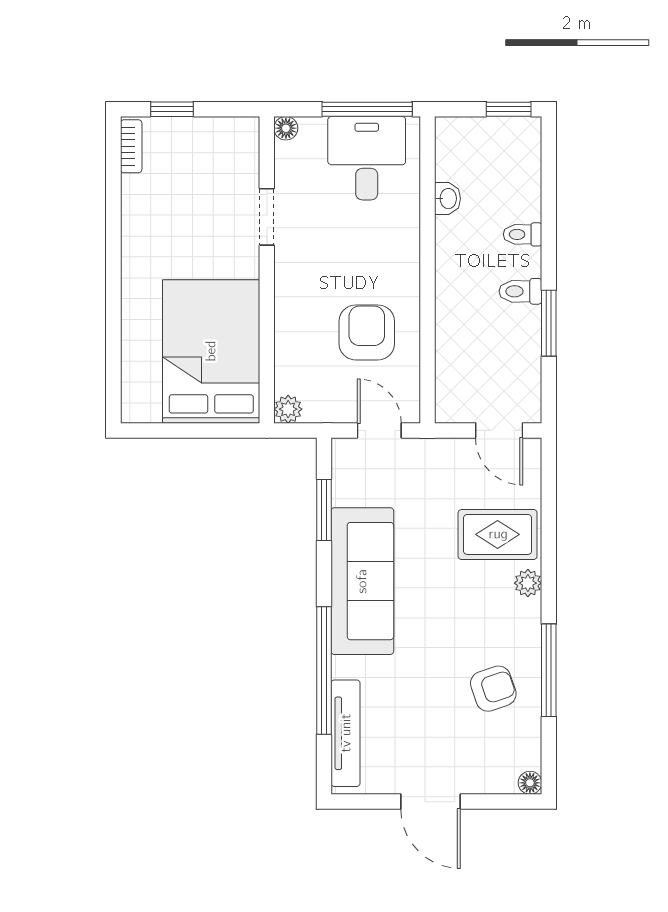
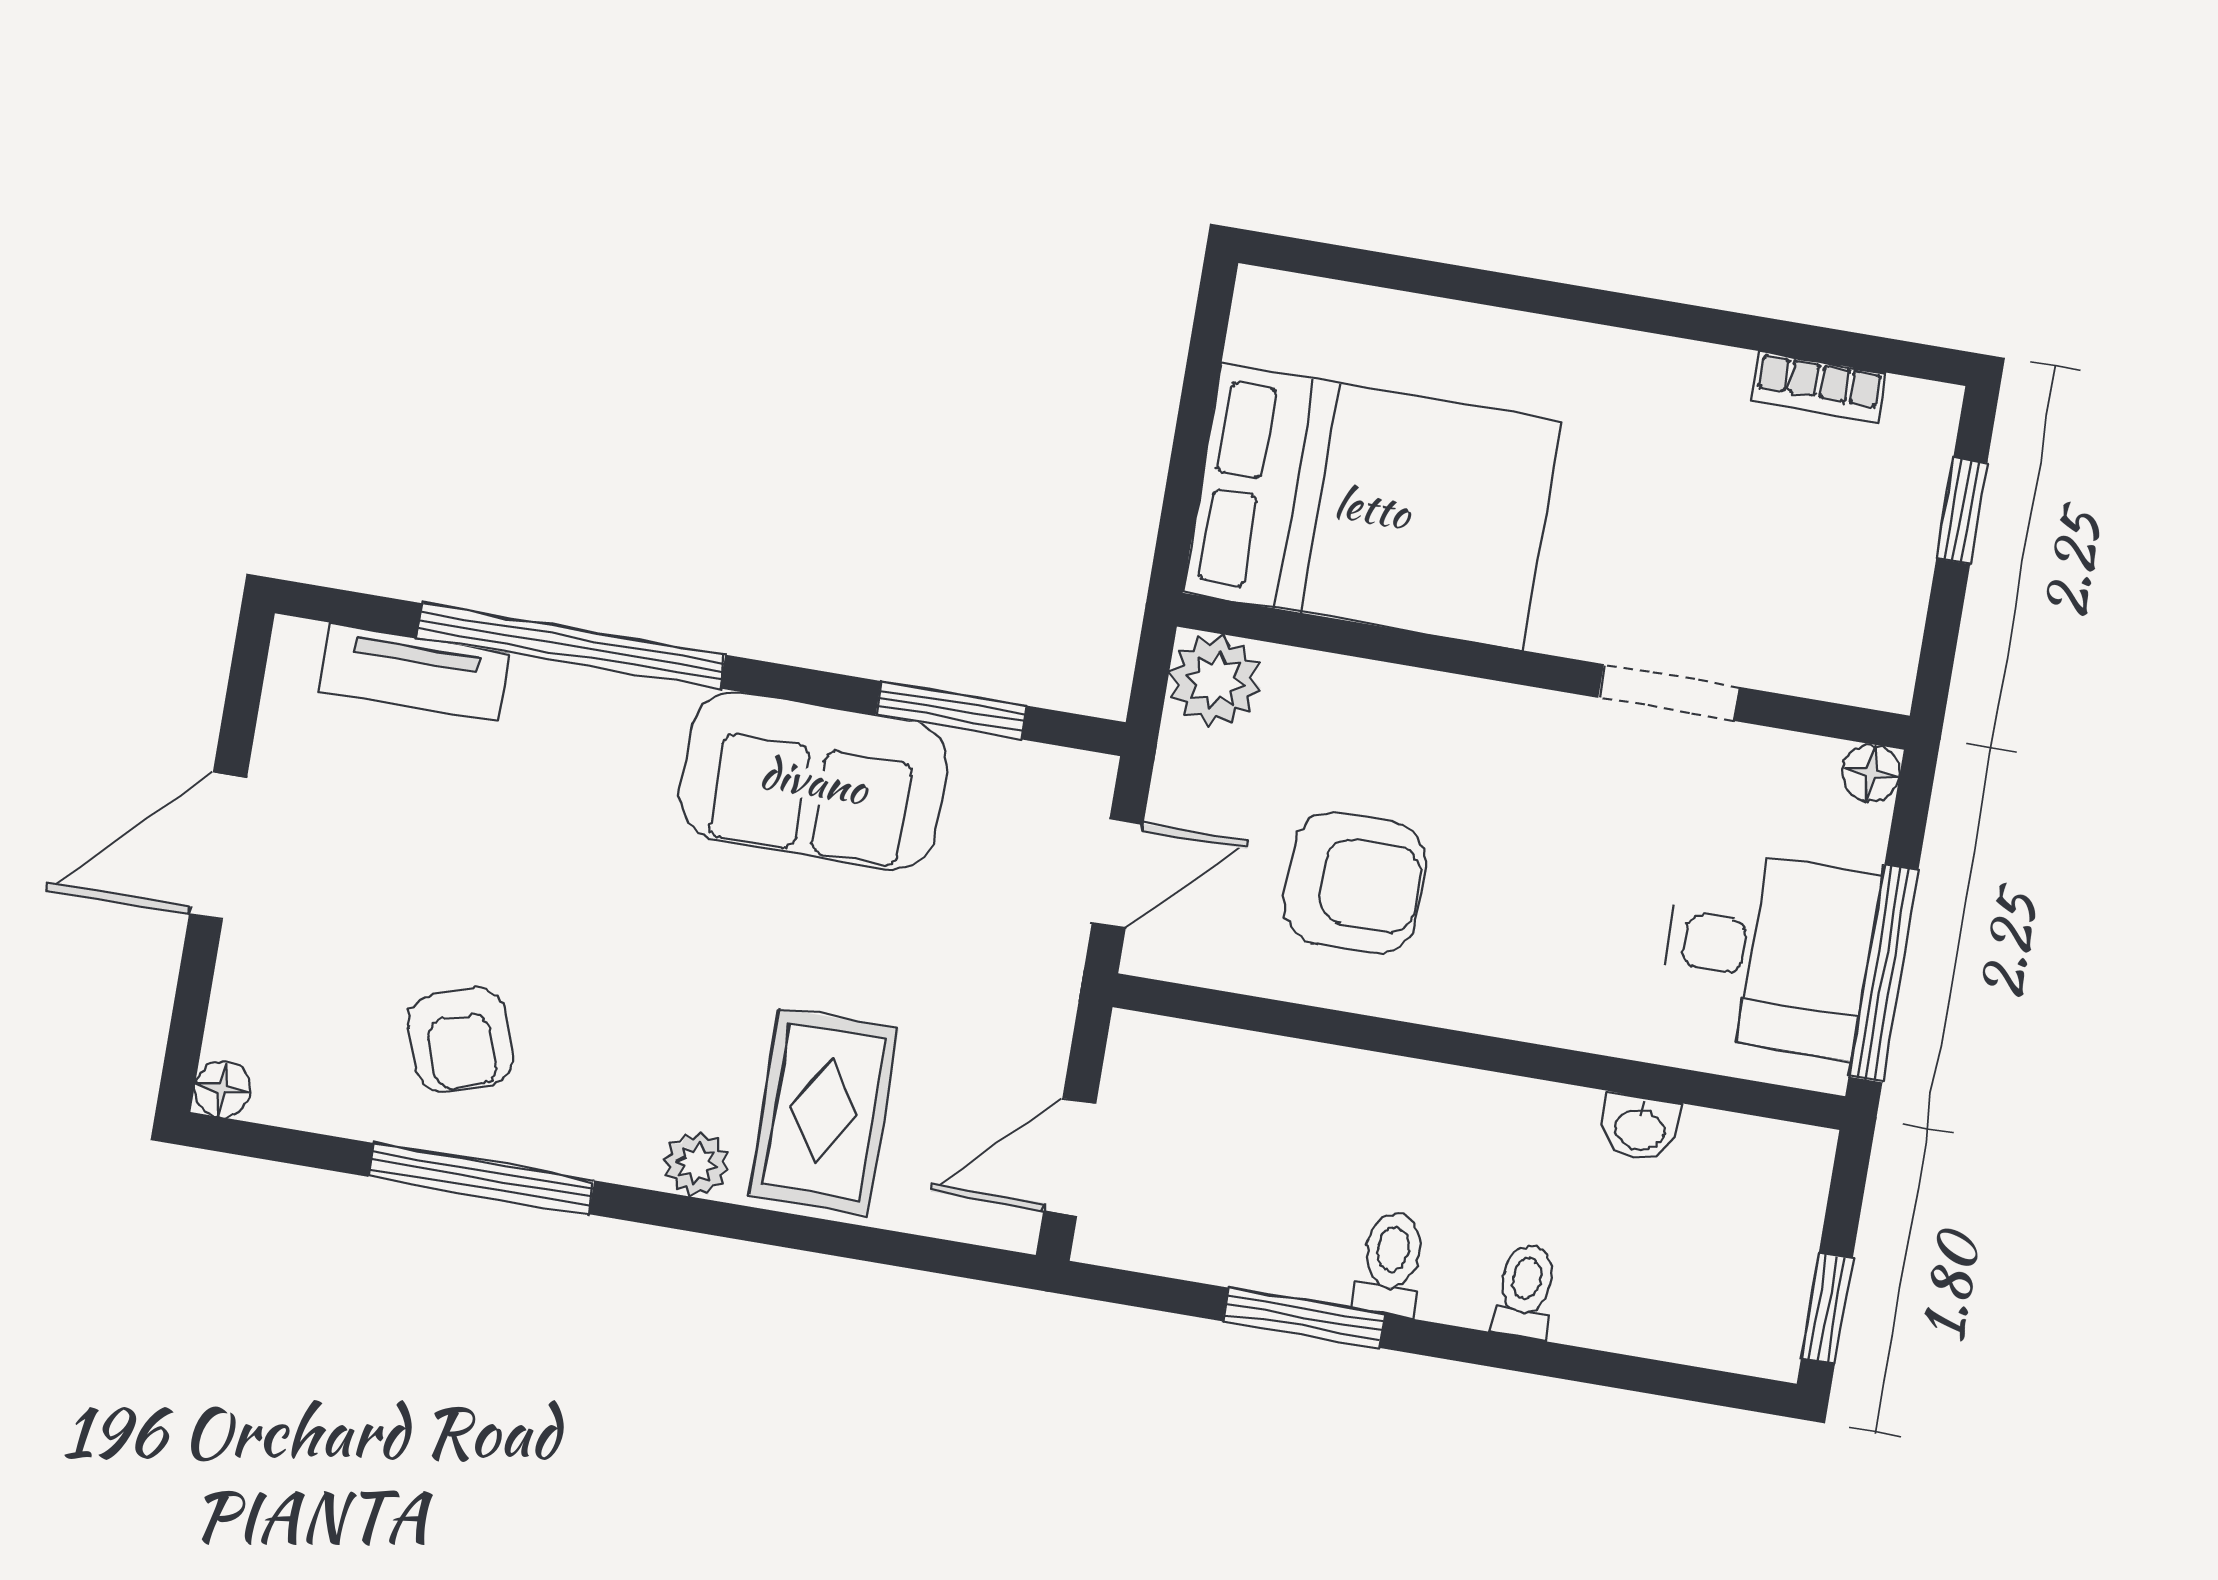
bookcase: (131, 146) -> (1819, 387), moved
plant: (288, 409) -> (1215, 680), width x1.38, depth x1.38
sofa: (362, 581) -> (814, 780), width x0.73
tv unit: (346, 733) -> (414, 672), width x0.71

